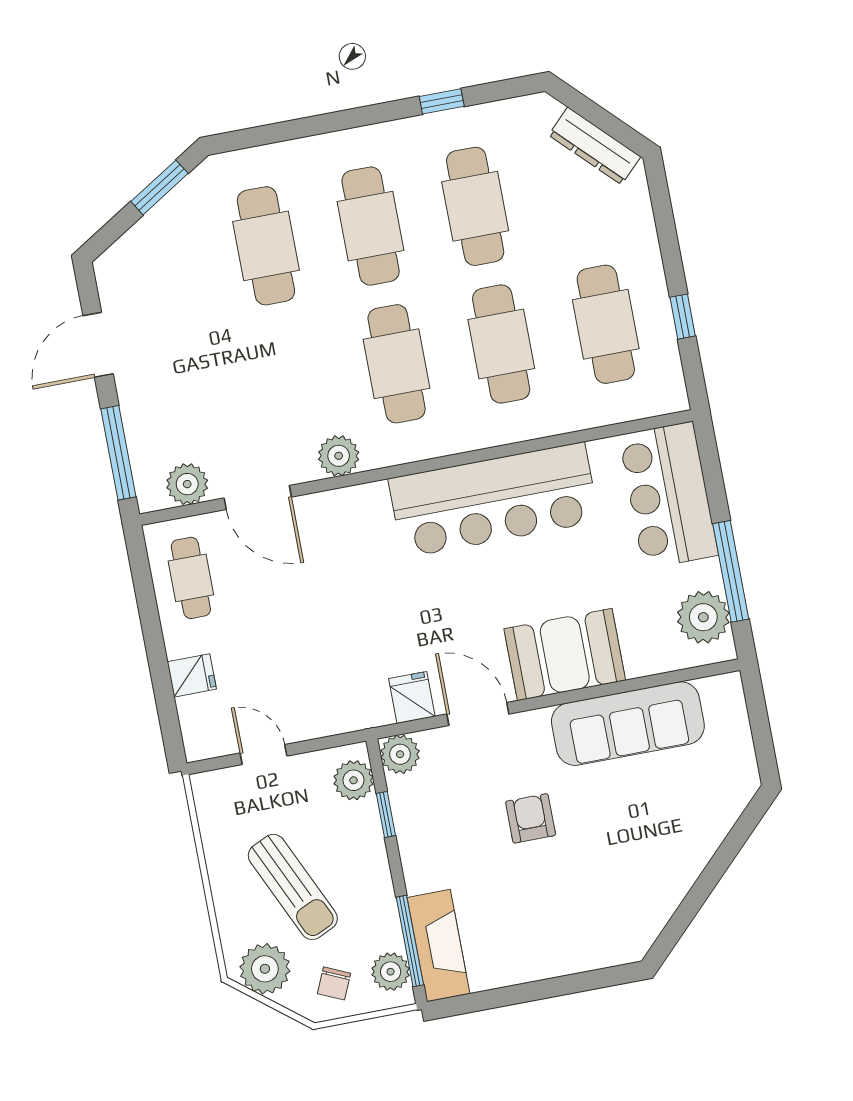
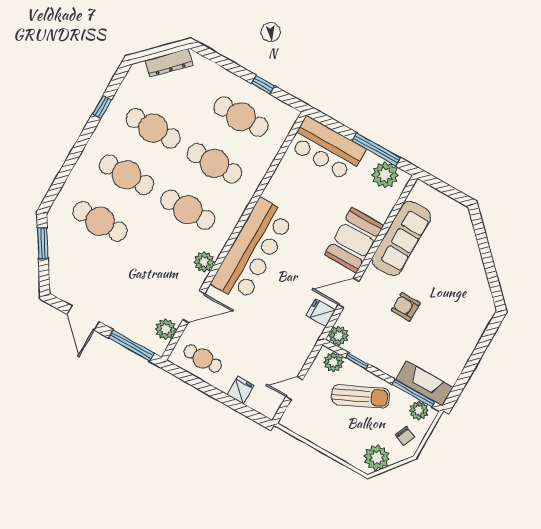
bar counter: (494, 500) -> (253, 250), moved
sun lounger: (293, 887) -> (360, 396), moved

